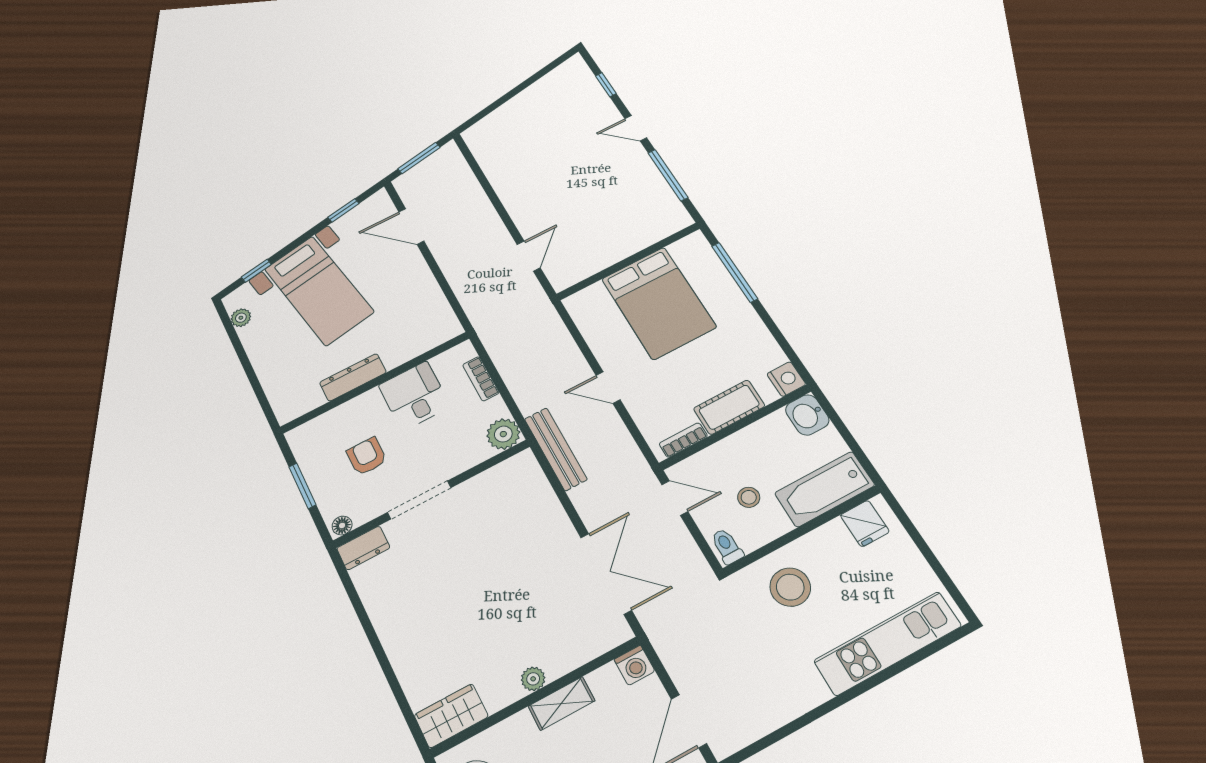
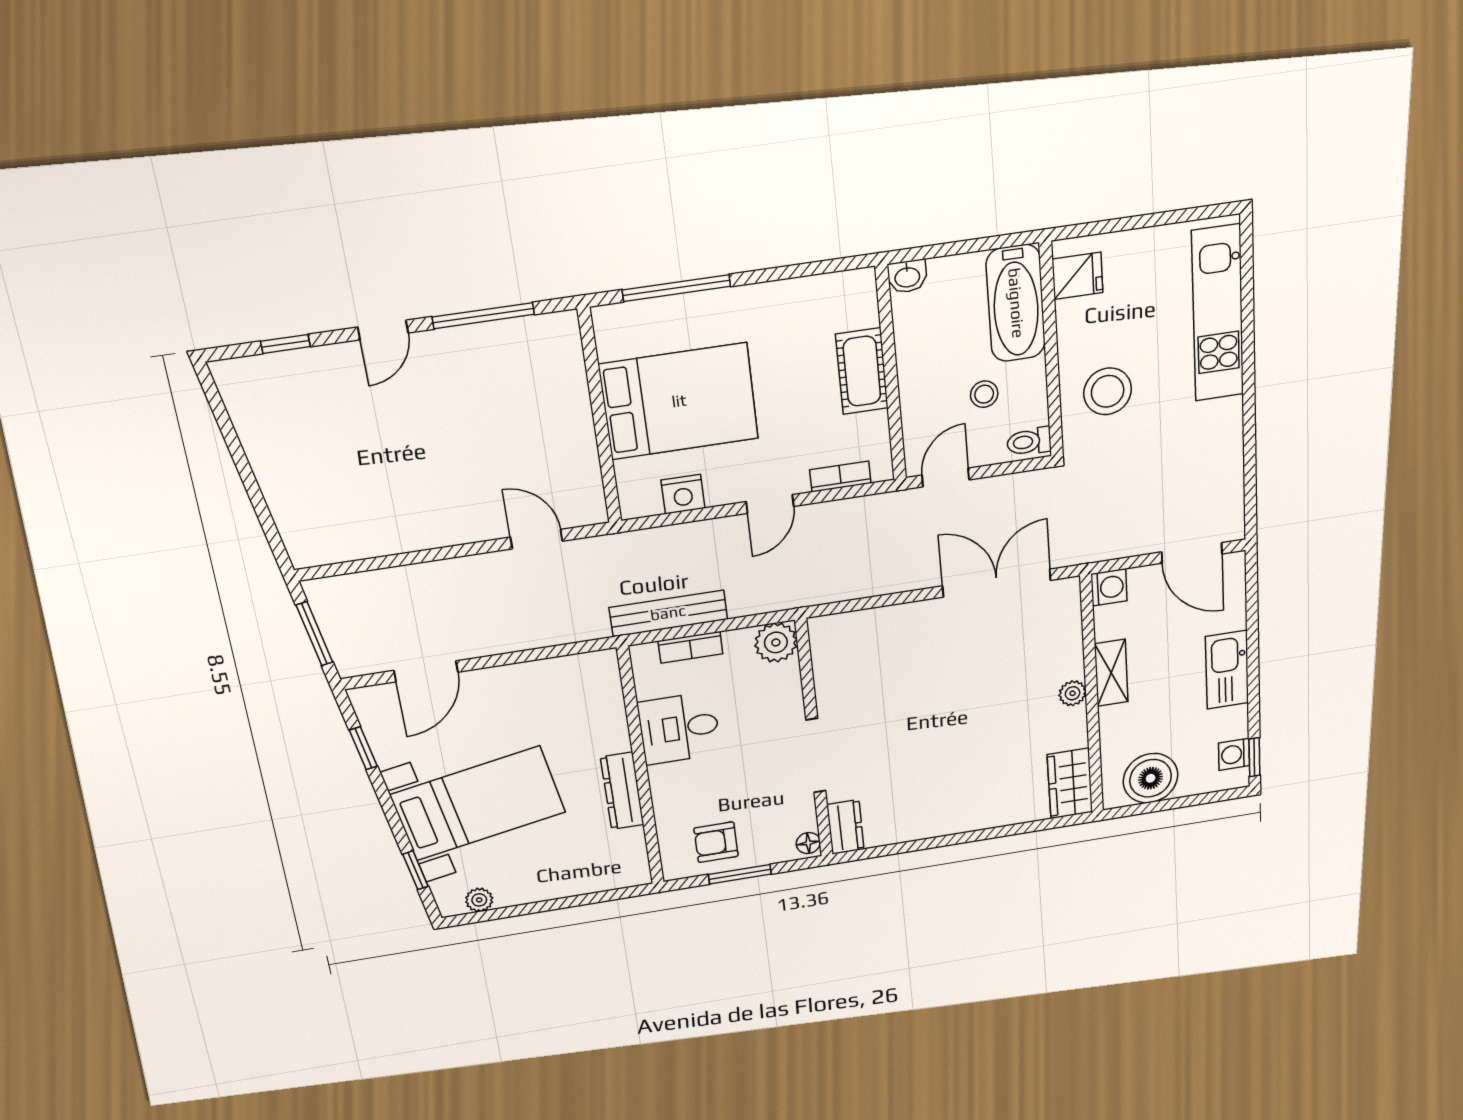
nightstand: (786, 379) -> (683, 494), moved, turned 180
washbasin: (807, 415) -> (907, 276), width x0.72, depth x0.69
bookcase: (683, 440) -> (840, 476), moved, turned 90
bench: (556, 449) -> (668, 613), moved
armchair: (367, 456) -> (716, 842), moved

